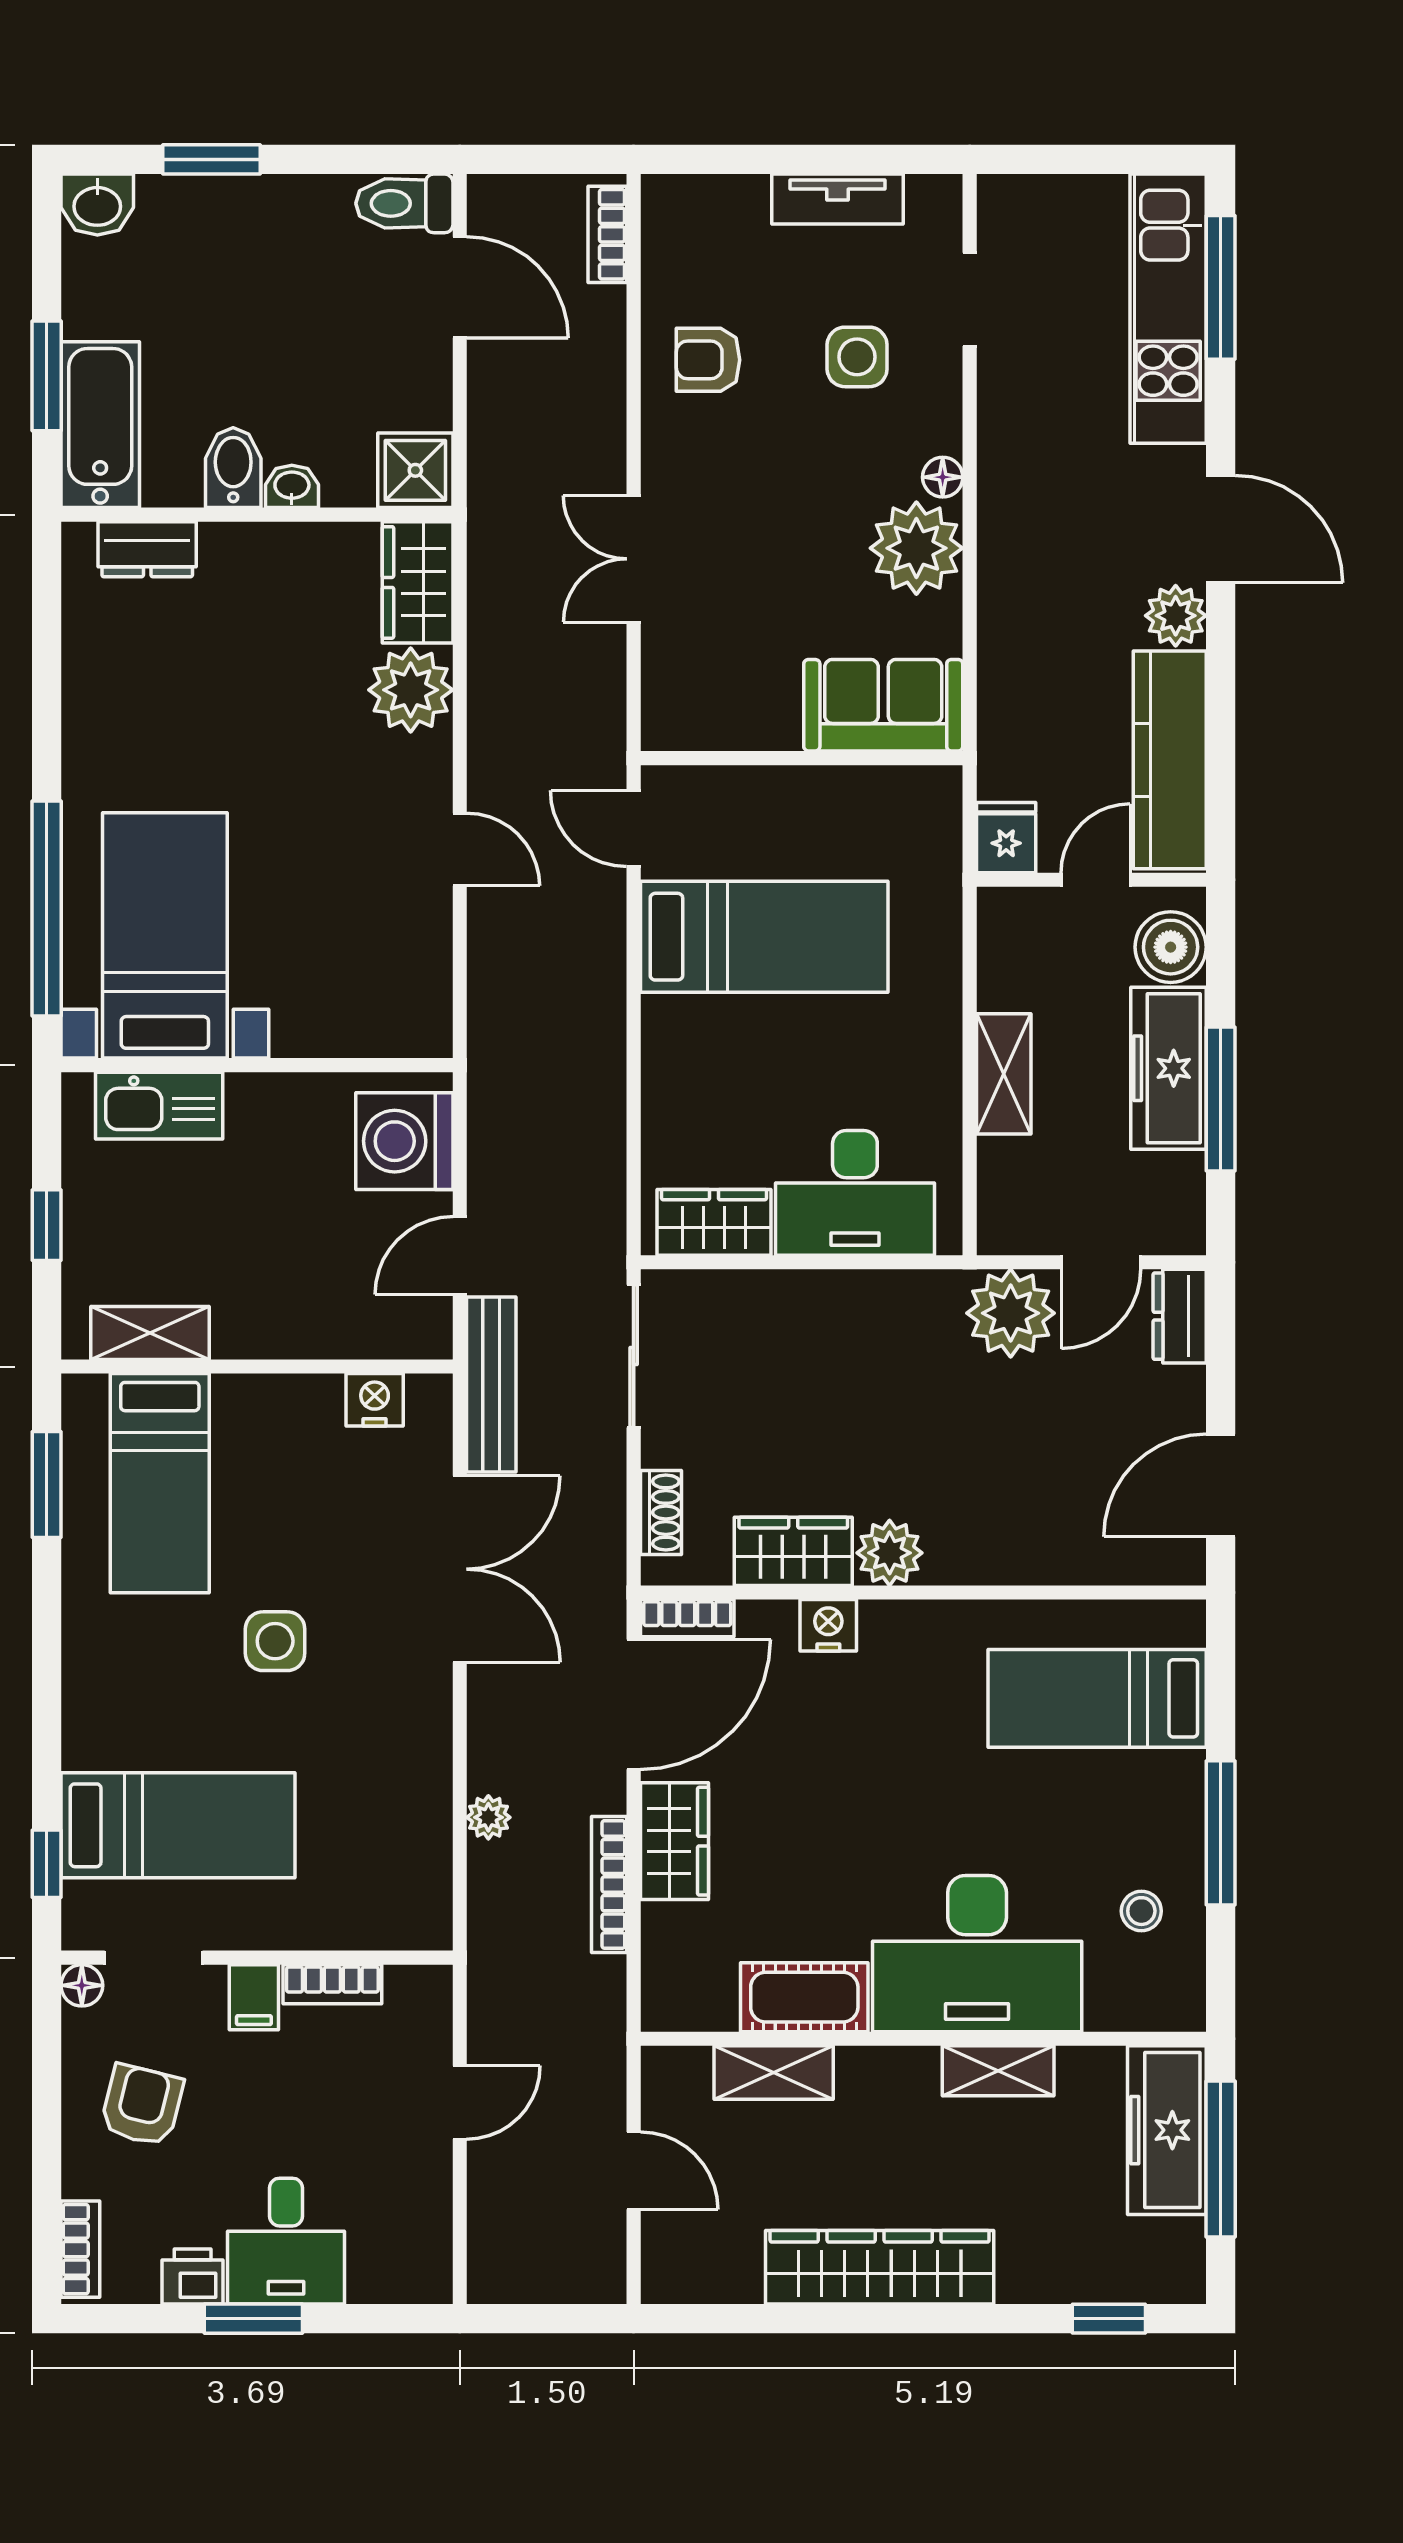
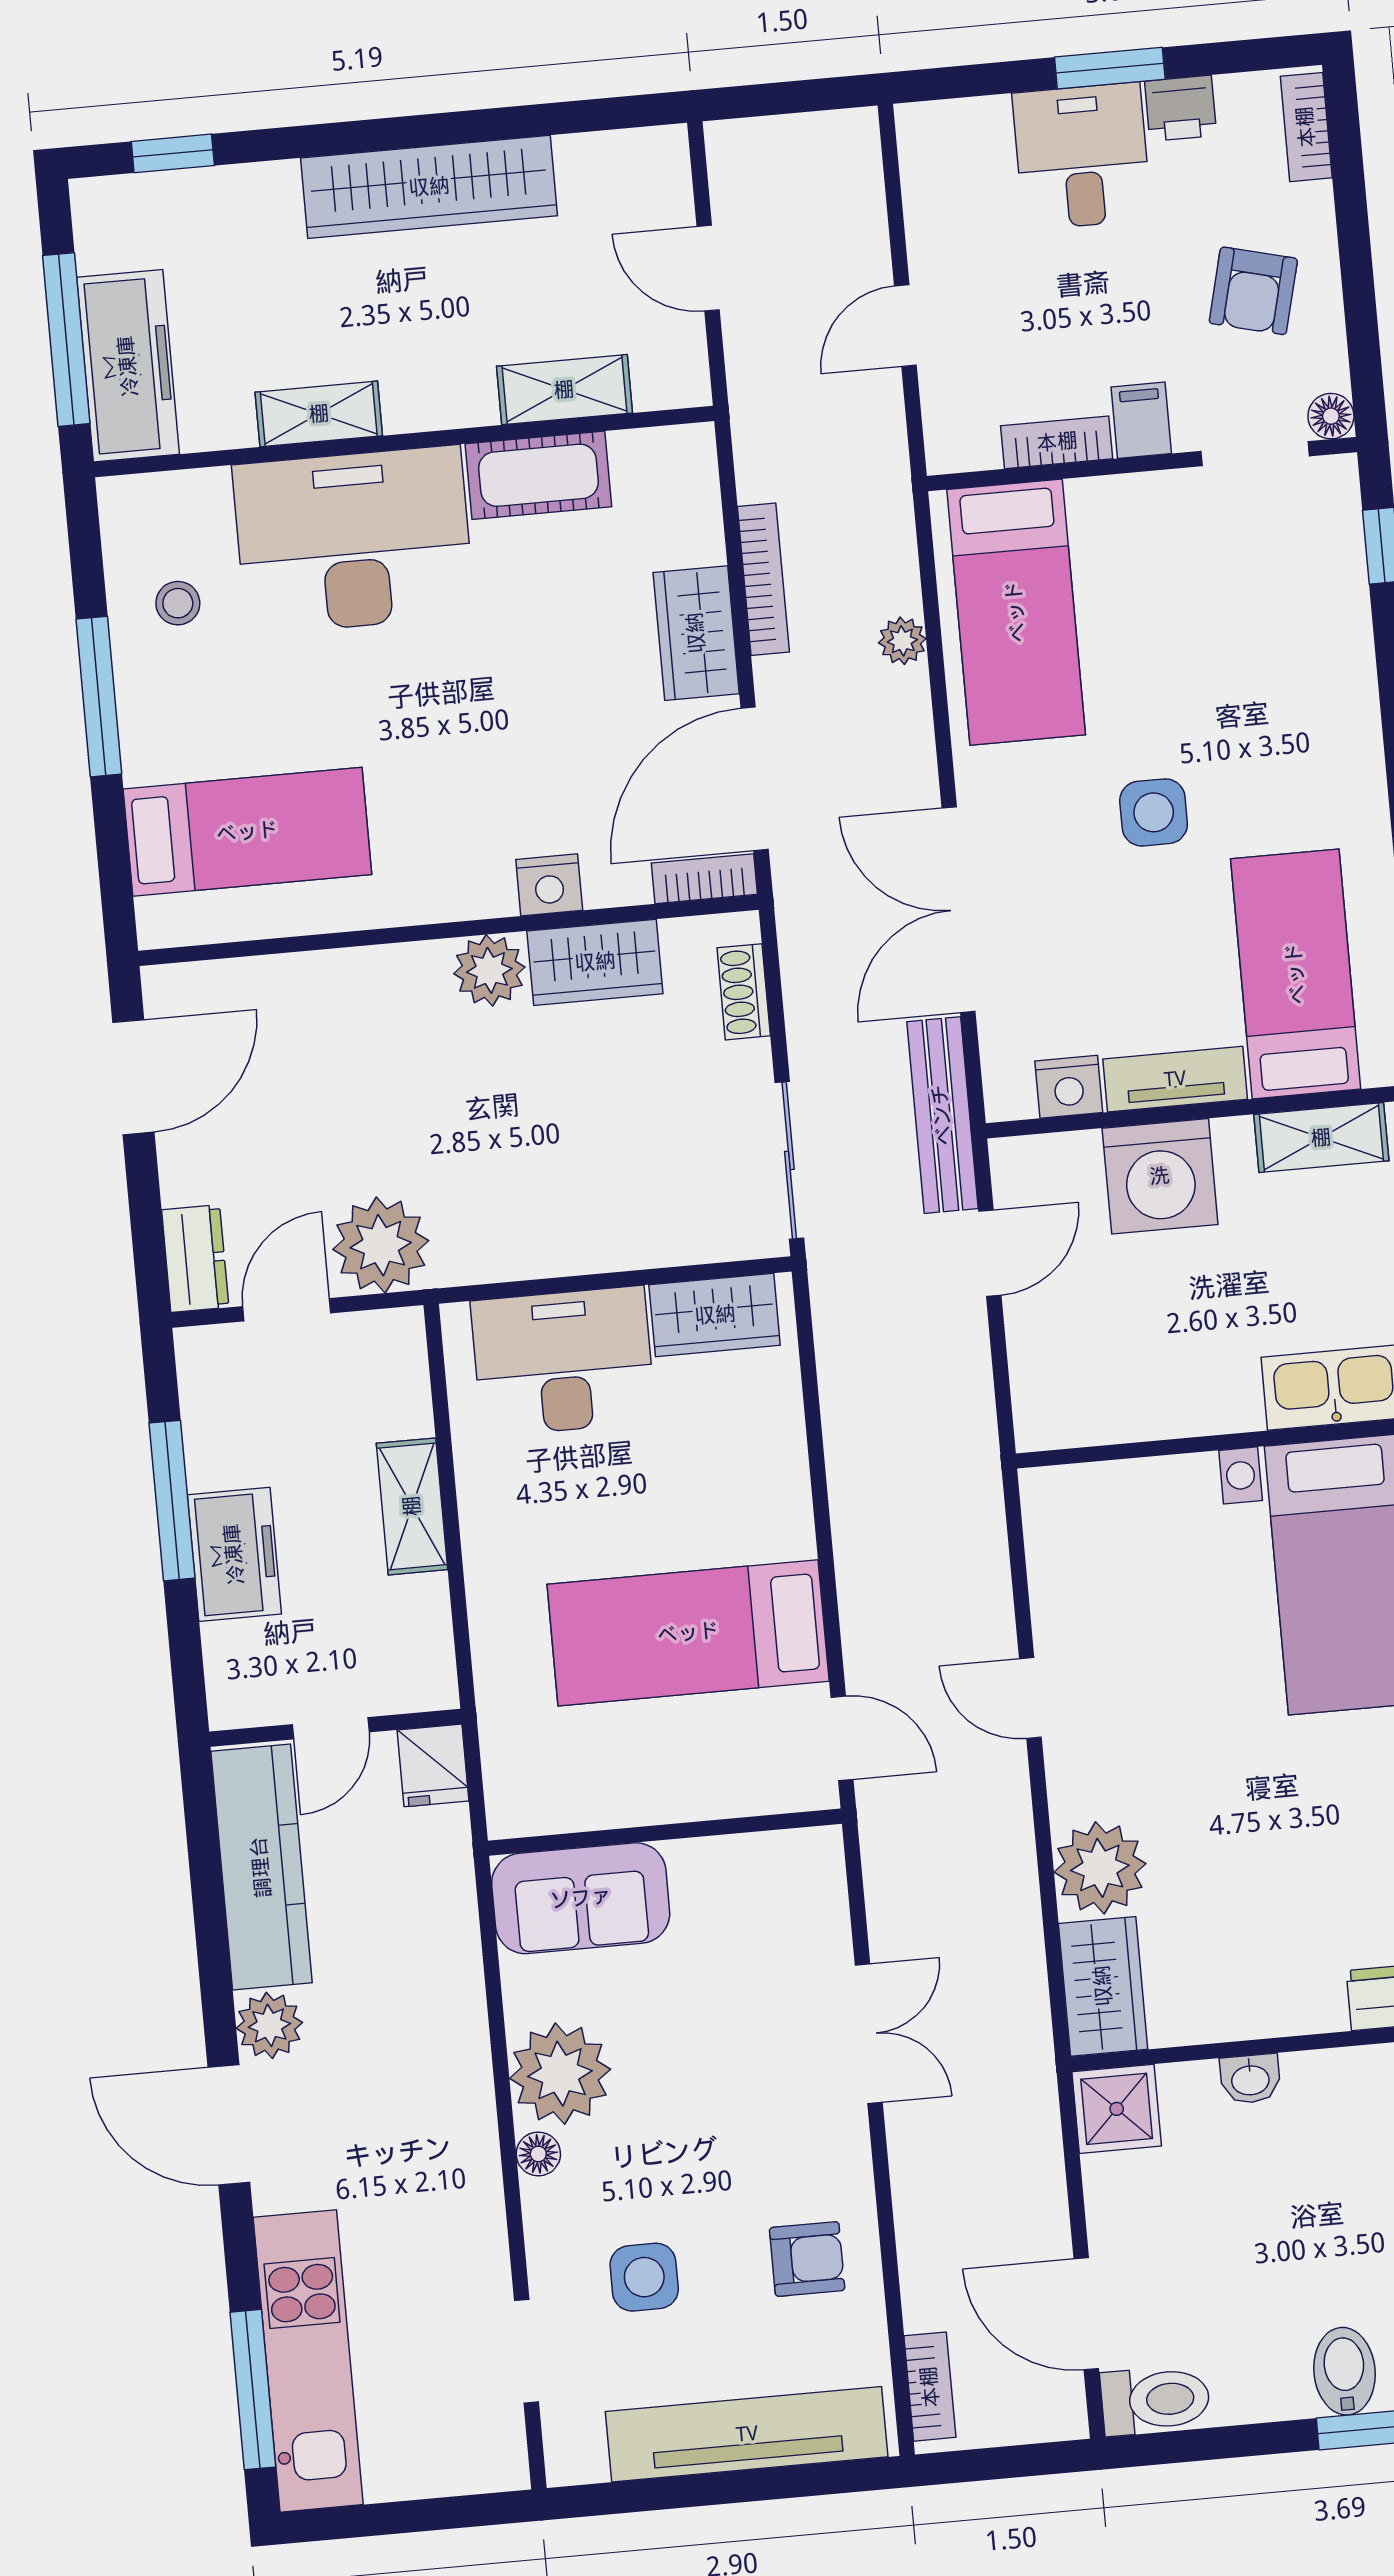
tv unit: (838, 199) -> (747, 2434), width x1.92, depth x1.29
bidet: (233, 468) -> (1345, 2371), moved, turned 180
boiler: (1171, 947) -> (242, 1662), removed
freezer: (1168, 1068) -> (234, 1554), width x0.71
washing machine: (404, 1141) -> (1160, 1176), moved, turned 90
tv unit: (278, 1398) -> (1175, 1079), added
bed: (178, 1825) -> (1016, 612), moved, turned -90

